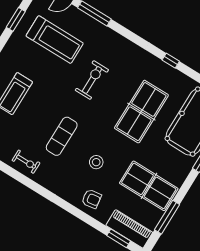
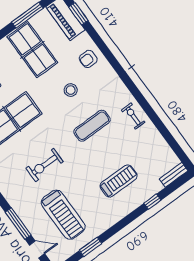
treadmill: (55, 40) -> (63, 215), turned 180
armchair: (92, 199) -> (88, 59), turned -82

